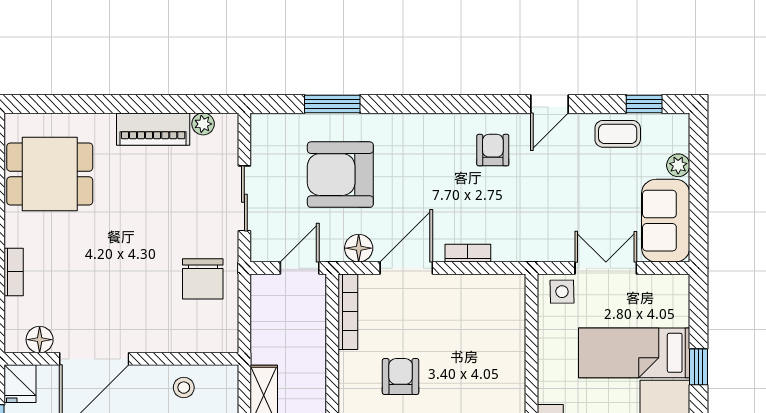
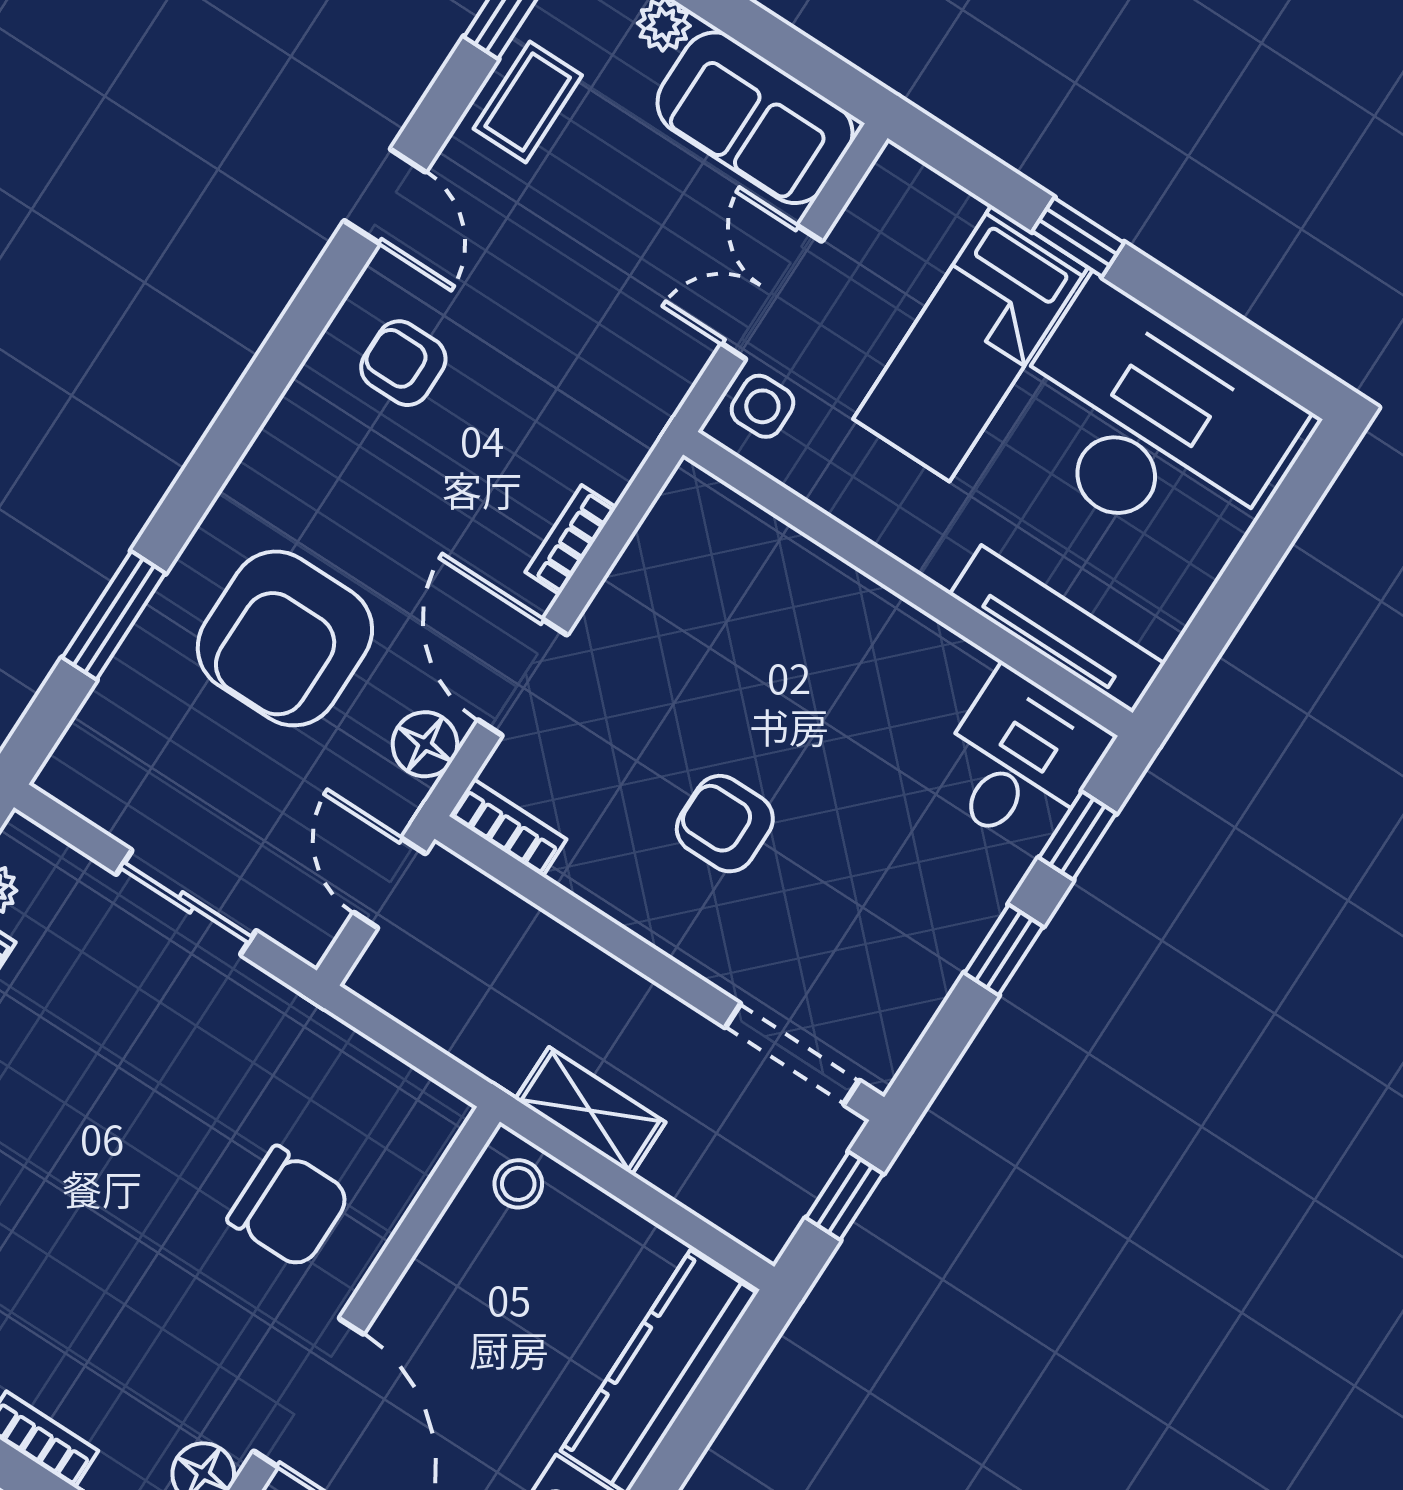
armchair: (340, 175) -> (285, 638), moved
chair: (203, 279) -> (289, 1207), moved
bookcase: (348, 312) -> (508, 828), width x0.64
stool: (184, 388) -> (518, 1184), moved

